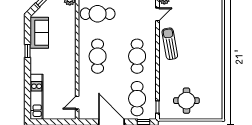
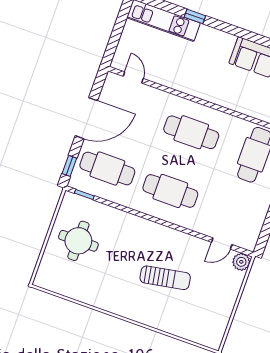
door: (158, 14) -> (222, 243), hinge flipped
sun lounger: (170, 44) -> (165, 278), moved
window: (27, 51) -> (195, 16), moved

